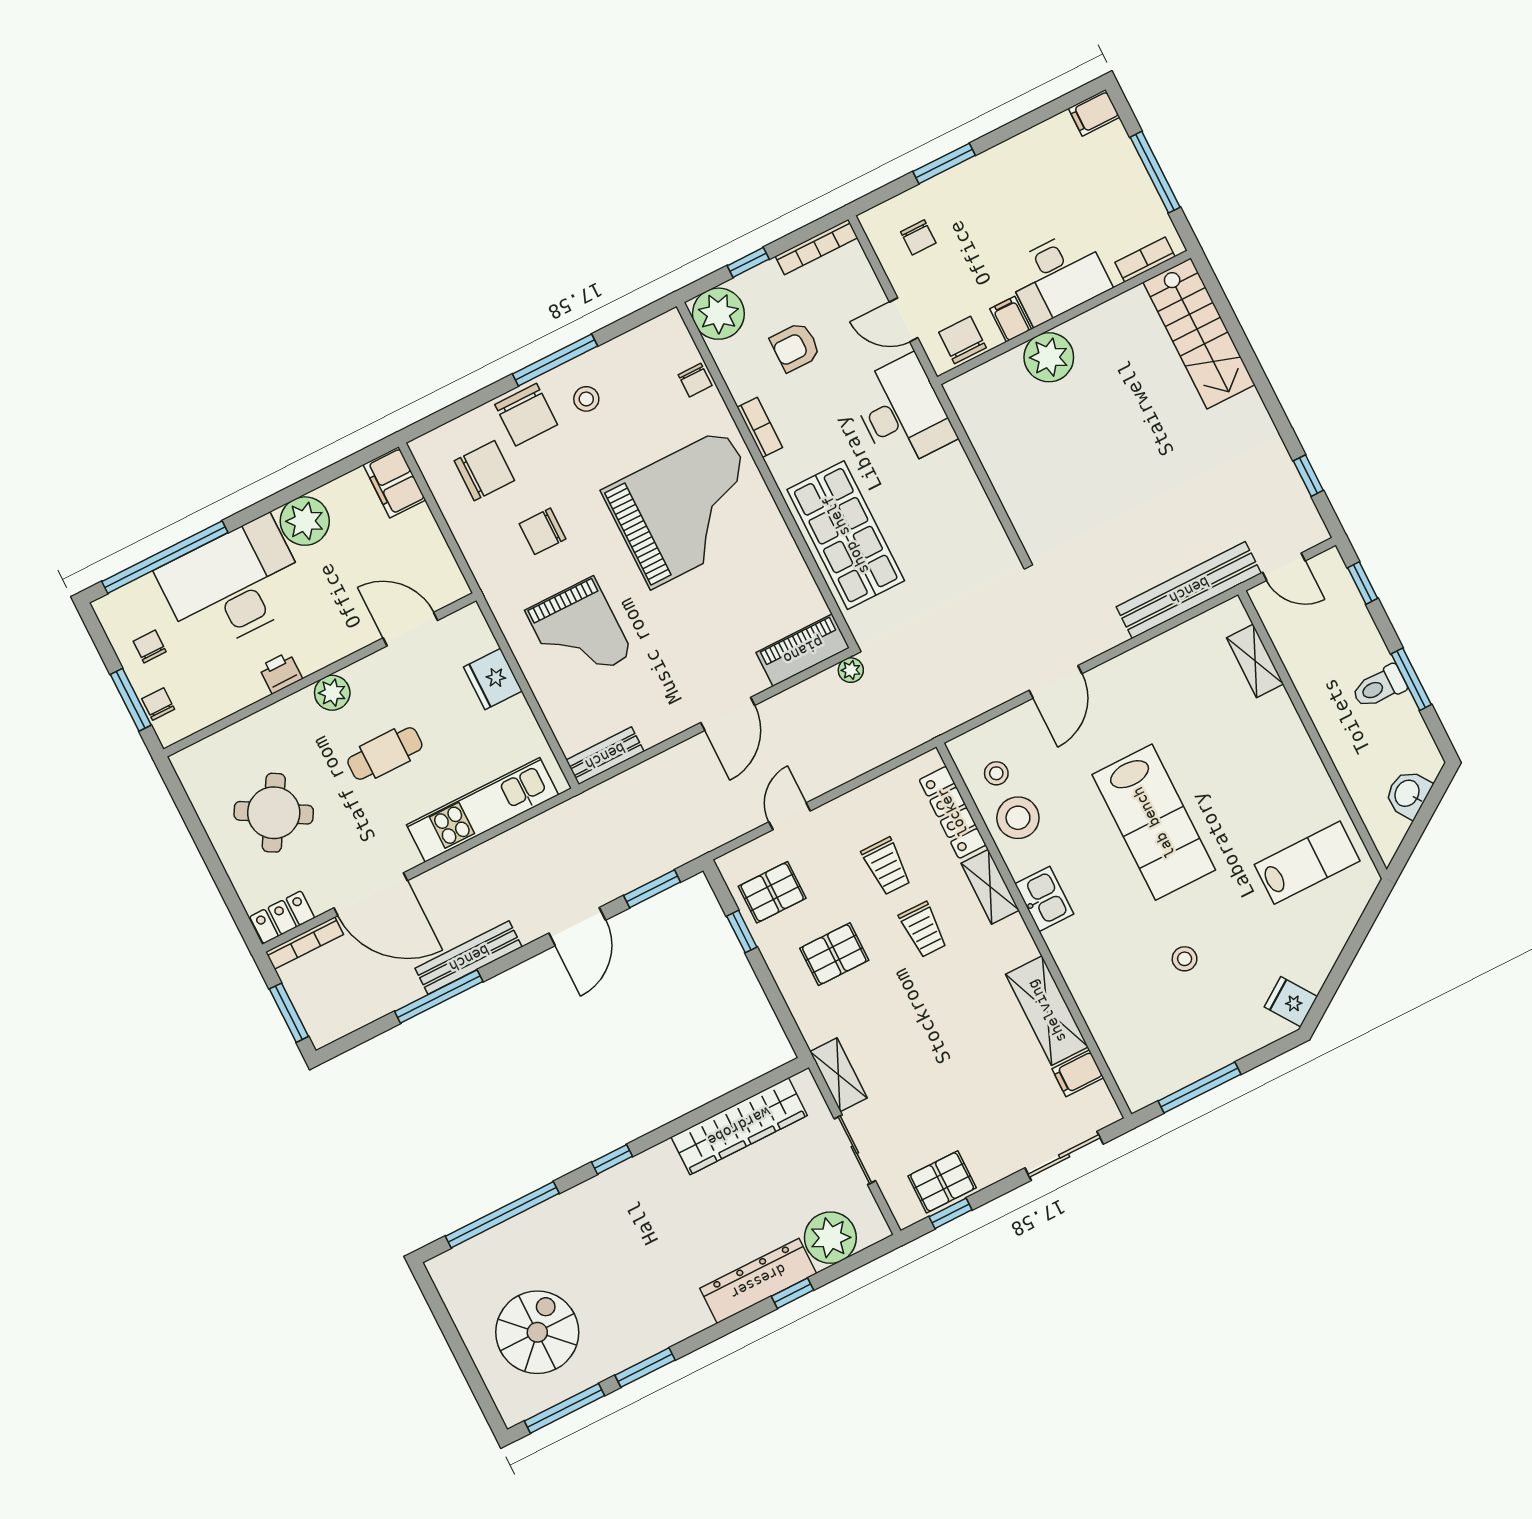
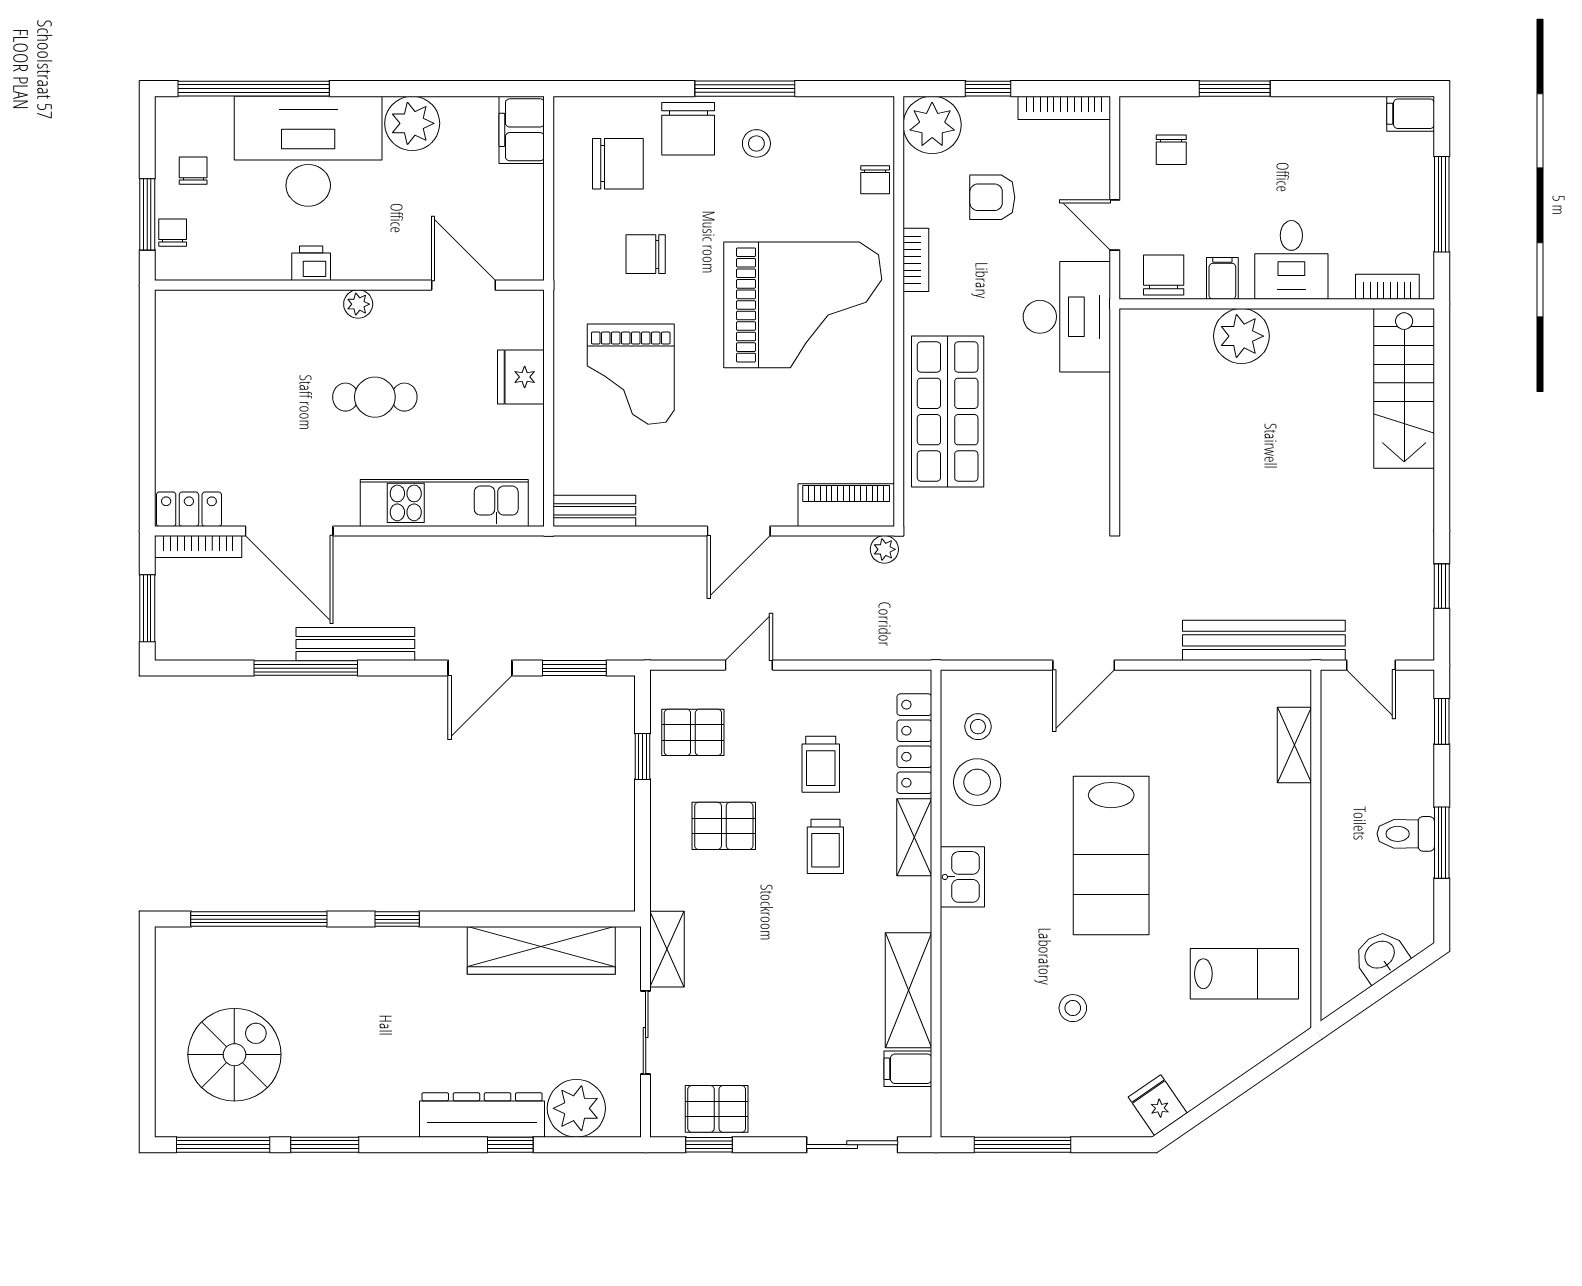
desk: (1058, 277) -> (1291, 260), width x0.73
plant: (332, 693) -> (358, 304), width x0.73, depth x0.73
round table: (274, 813) -> (233, 400), removed

